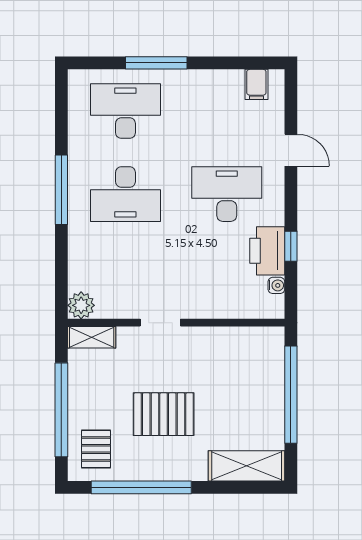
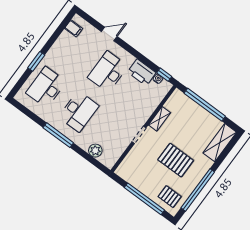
window: (156, 63) -> (36, 61), width x0.69
window: (291, 246) -> (164, 75), moved
plant: (81, 305) -> (95, 151), moved
shelving: (92, 337) -> (160, 119), moved
pallet: (164, 414) -> (176, 160), turned 90

